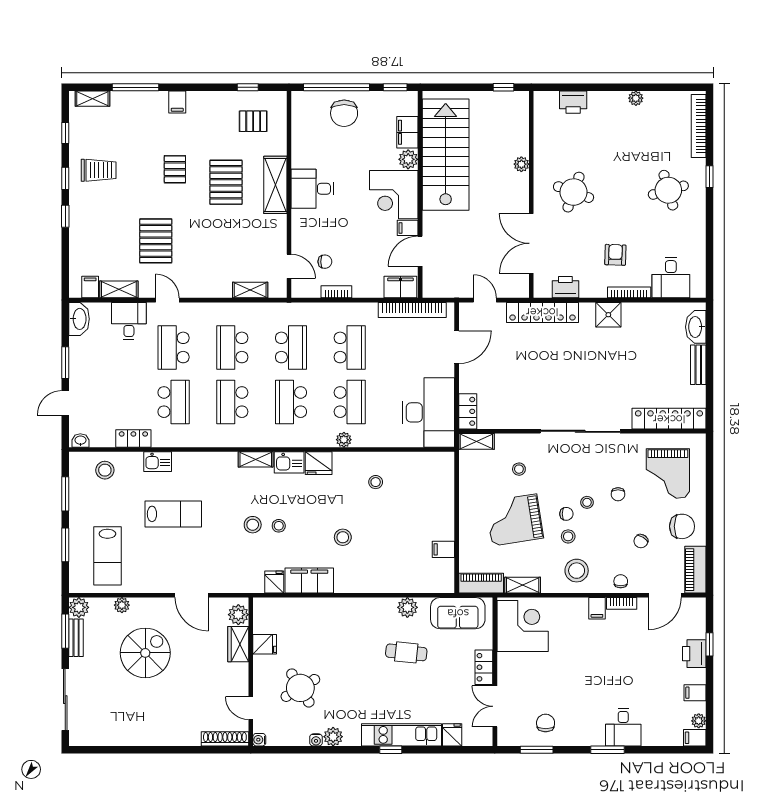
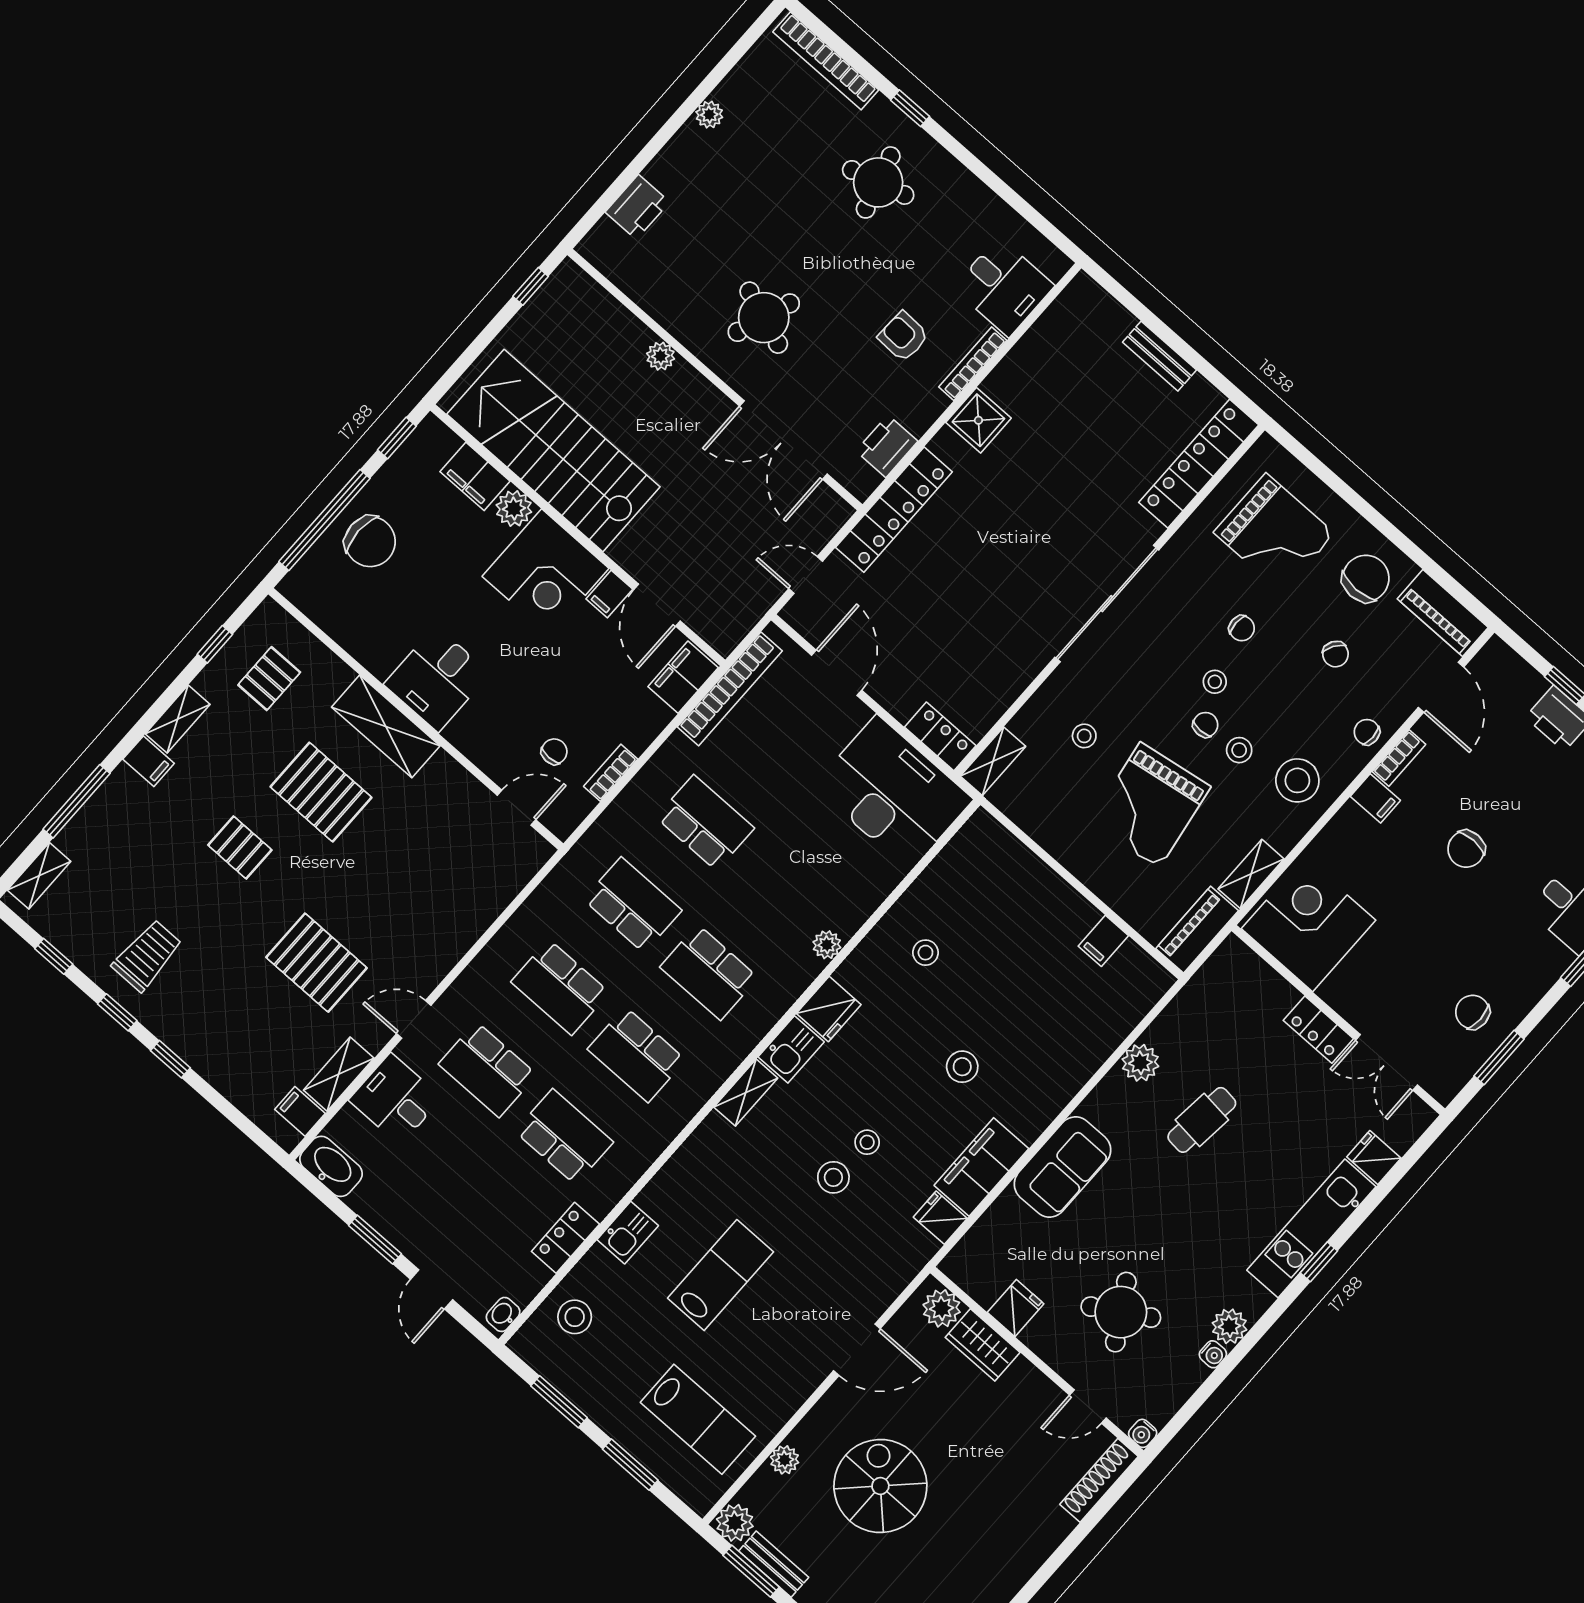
shelving: (250, 290) -> (178, 719), moved
washbasin: (696, 327) -> (1103, 313), removed
school desk: (350, 402) -> (782, 890), removed
sofa: (458, 613) -> (1063, 1167), moved
chair: (609, 663) -> (1466, 849), added

